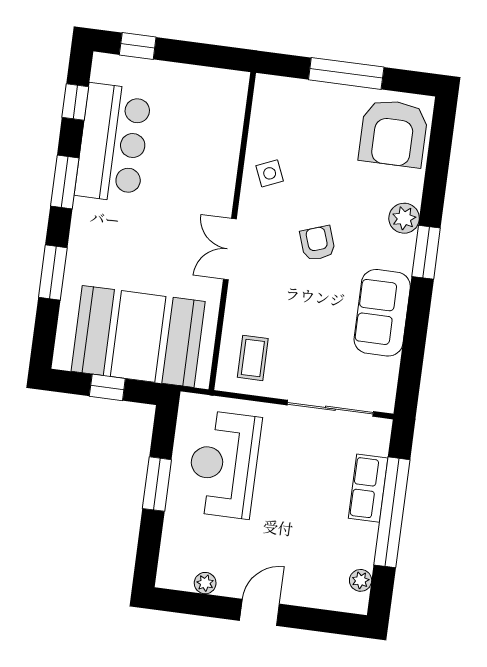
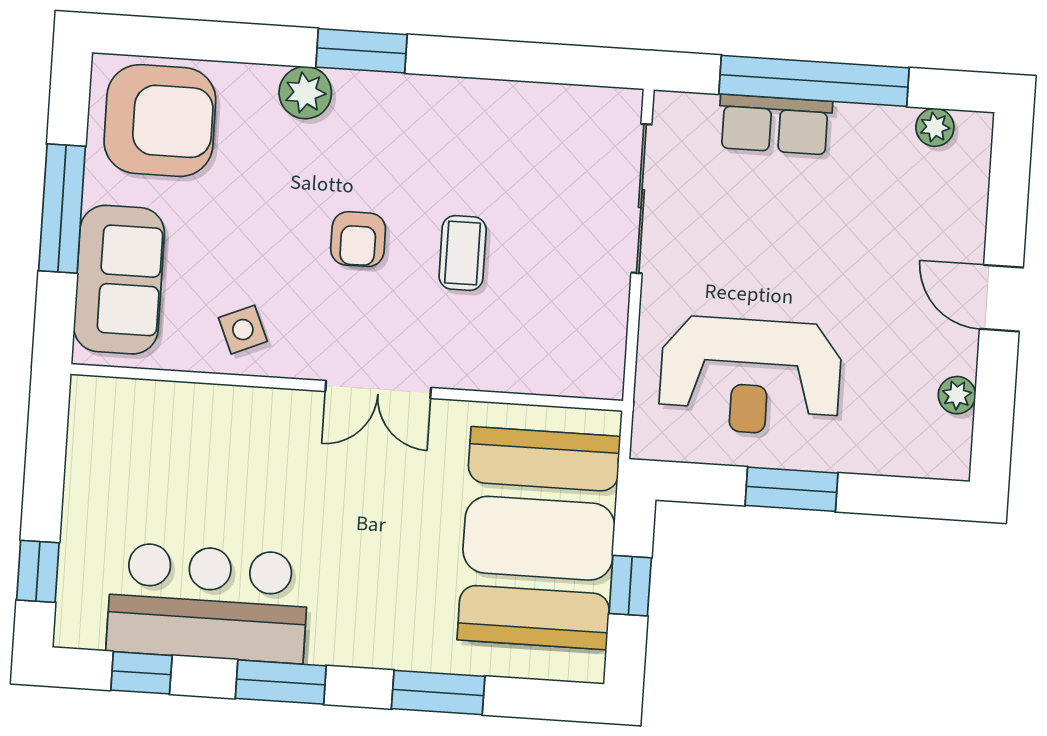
armchair: (318, 243) -> (358, 239), turned -71
sofa: (382, 313) -> (119, 280), moved, turned -90
coffee table: (253, 358) -> (463, 253), moved, turned 90

